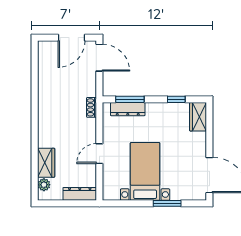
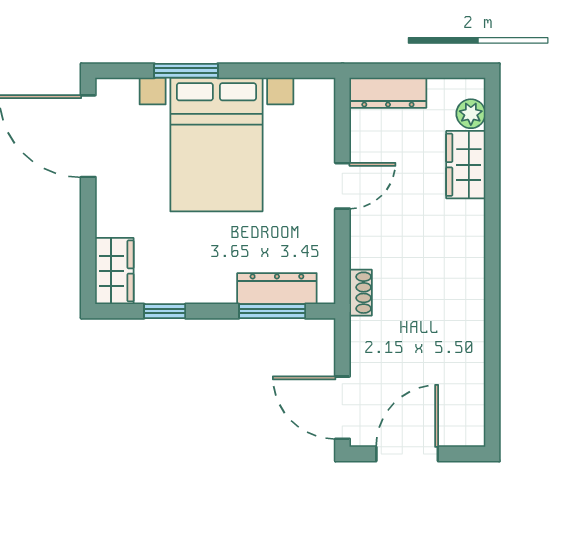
bed with nightstands: (145, 171) -> (216, 145), width x1.36

